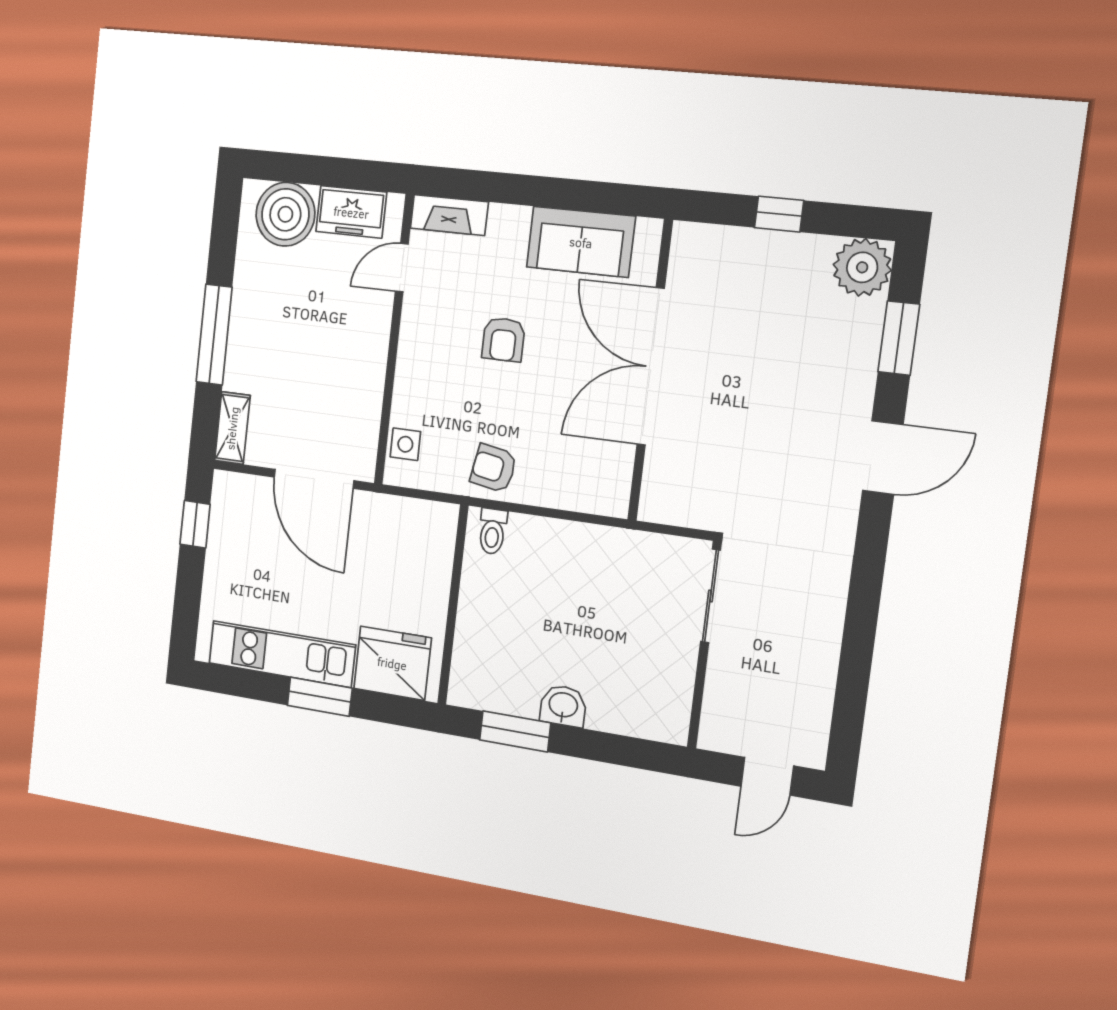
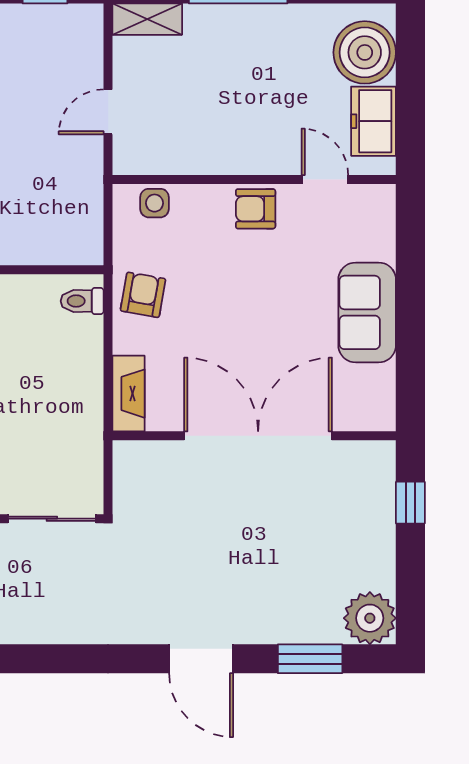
window: (779, 214) -> (410, 503), moved
fireplace: (449, 215) -> (129, 394), moved, turned 180
sofa: (581, 242) -> (367, 312), moved
armchair: (503, 339) -> (256, 209), moved
door: (314, 479) -> (108, 112), width x0.53

